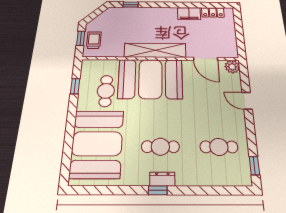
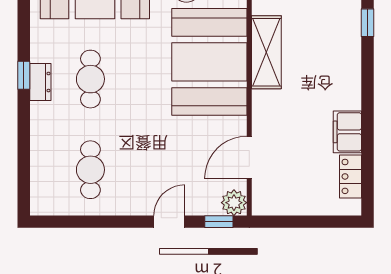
shelving: (155, 50) -> (266, 52), width x0.68
window: (254, 166) -> (219, 222), moved

